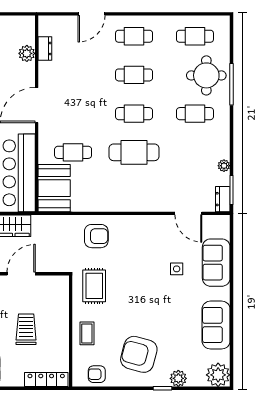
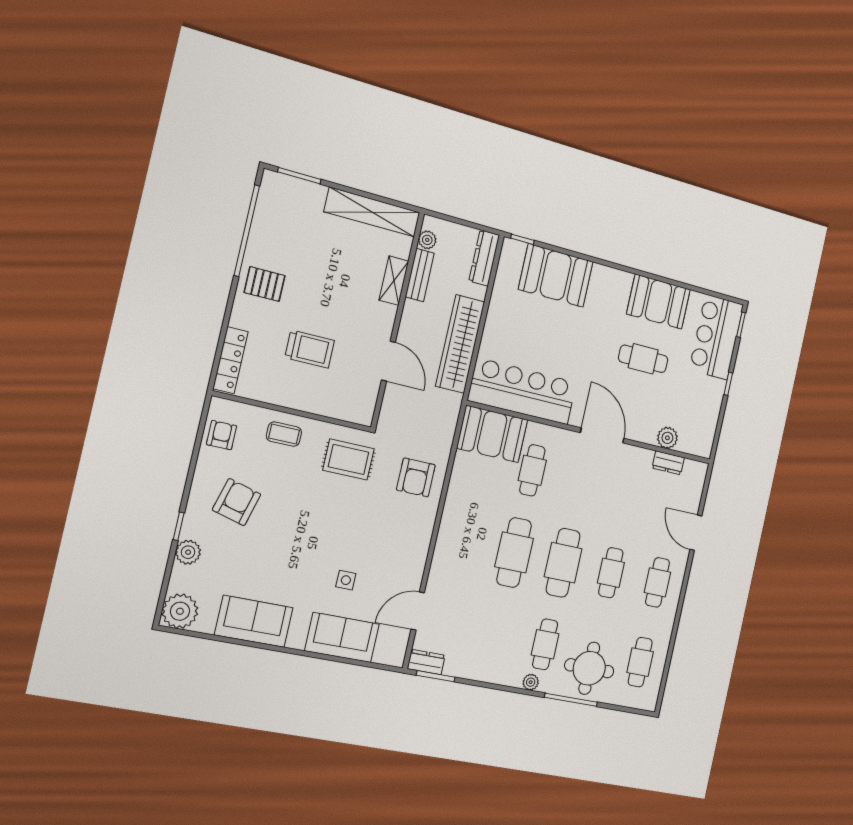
cafe table: (134, 114) -> (563, 563), width x1.37, depth x1.35
plant: (224, 166) -> (531, 682), moved
armchair: (139, 354) -> (237, 502), width x0.73, depth x0.73

